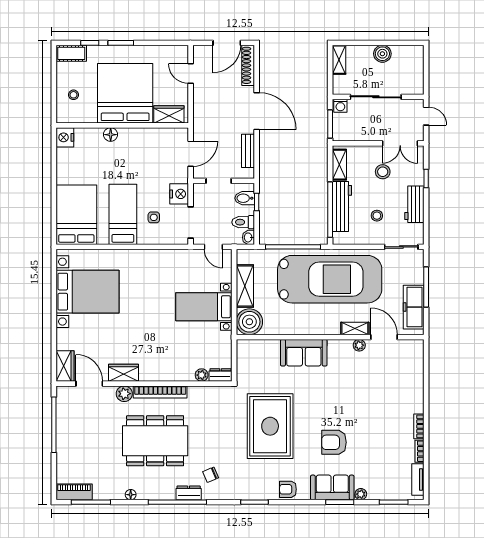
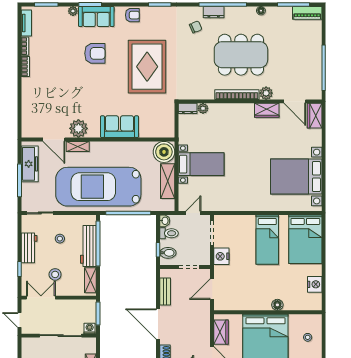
wardrobe: (169, 114) -> (221, 332), moved, turned -90
nightstand: (65, 137) -> (315, 284), moved
side table: (154, 217) -> (242, 237), removed
door: (213, 247) -> (193, 213), hinge flipped
plant: (359, 345) -> (78, 128), width x1.88, depth x1.88

